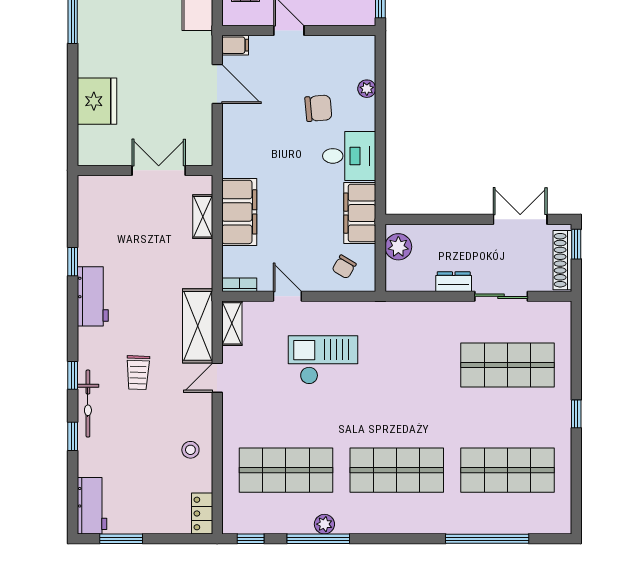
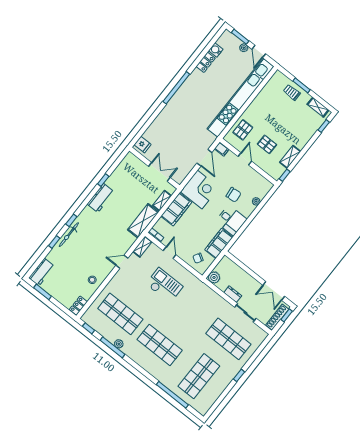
fridge: (97, 101) -> (143, 145), moved, width x0.53, depth x0.75
corner desk: (253, 146) -> (200, 189), added
double door: (520, 219) -> (274, 291), swing flipped
plant: (398, 247) -> (214, 277), moved
shelving: (198, 326) -> (143, 221), moved
trolley: (138, 373) -> (95, 238), removed
shop shelf: (507, 470) -> (199, 376), turned 90

